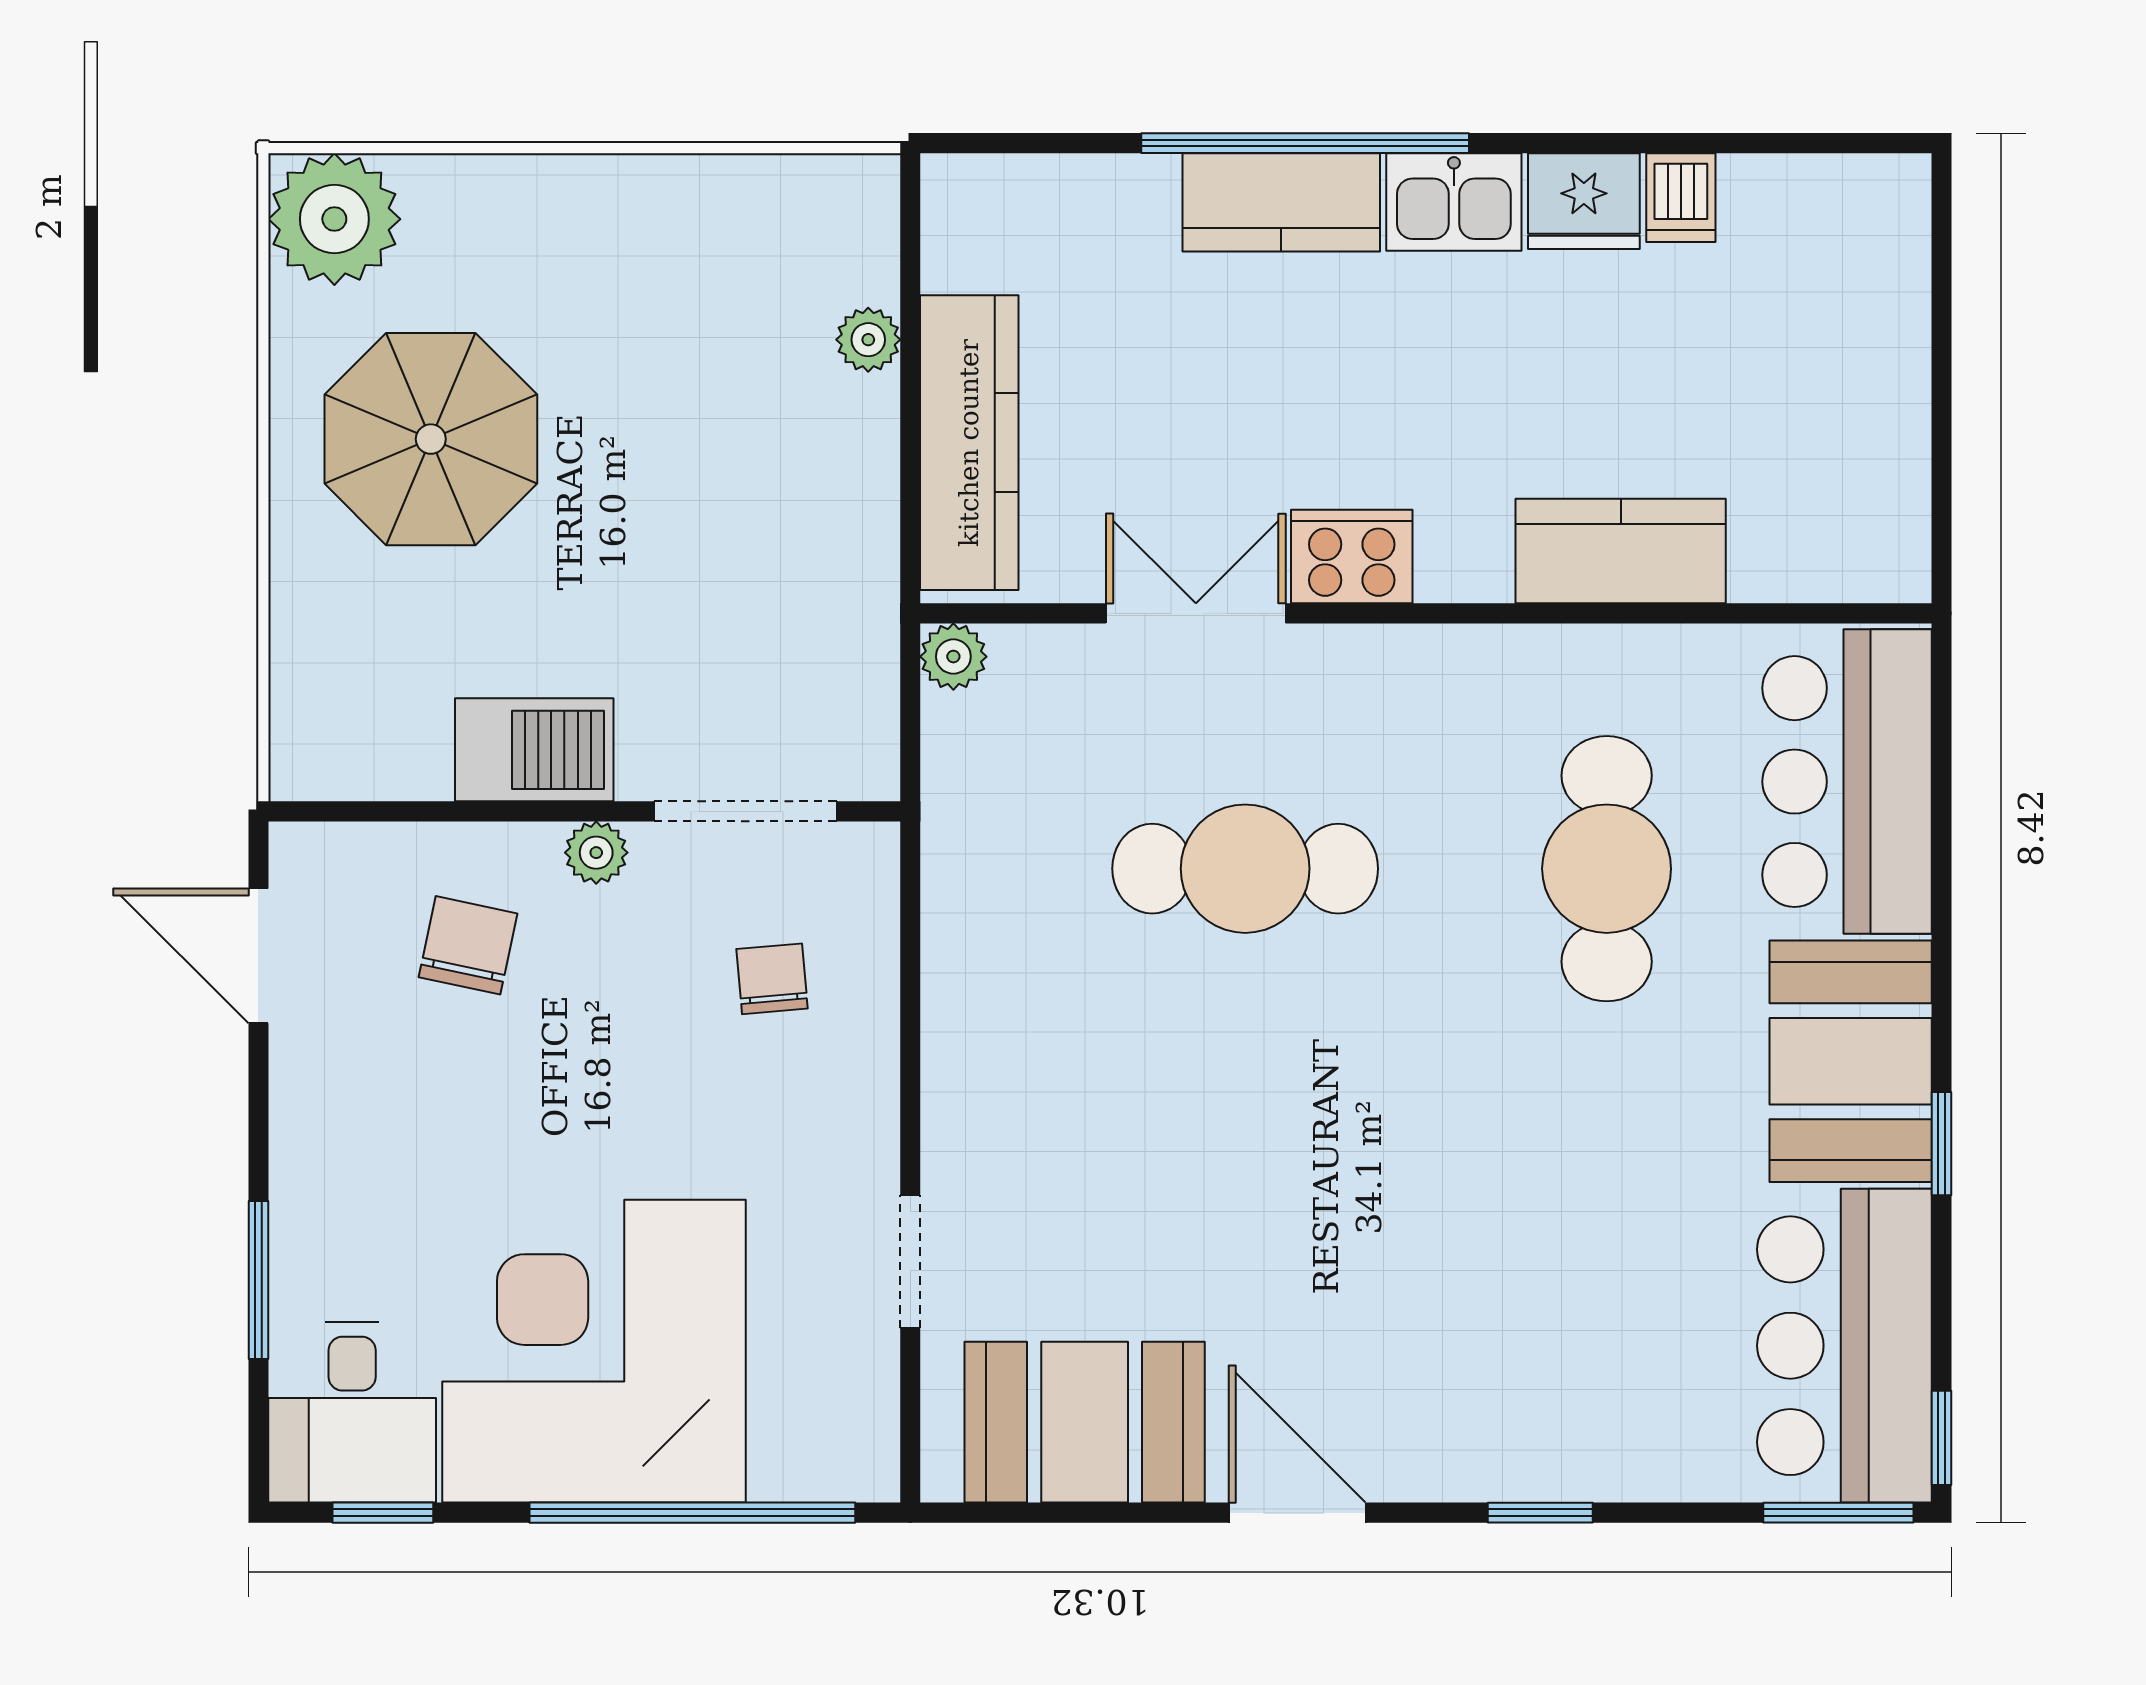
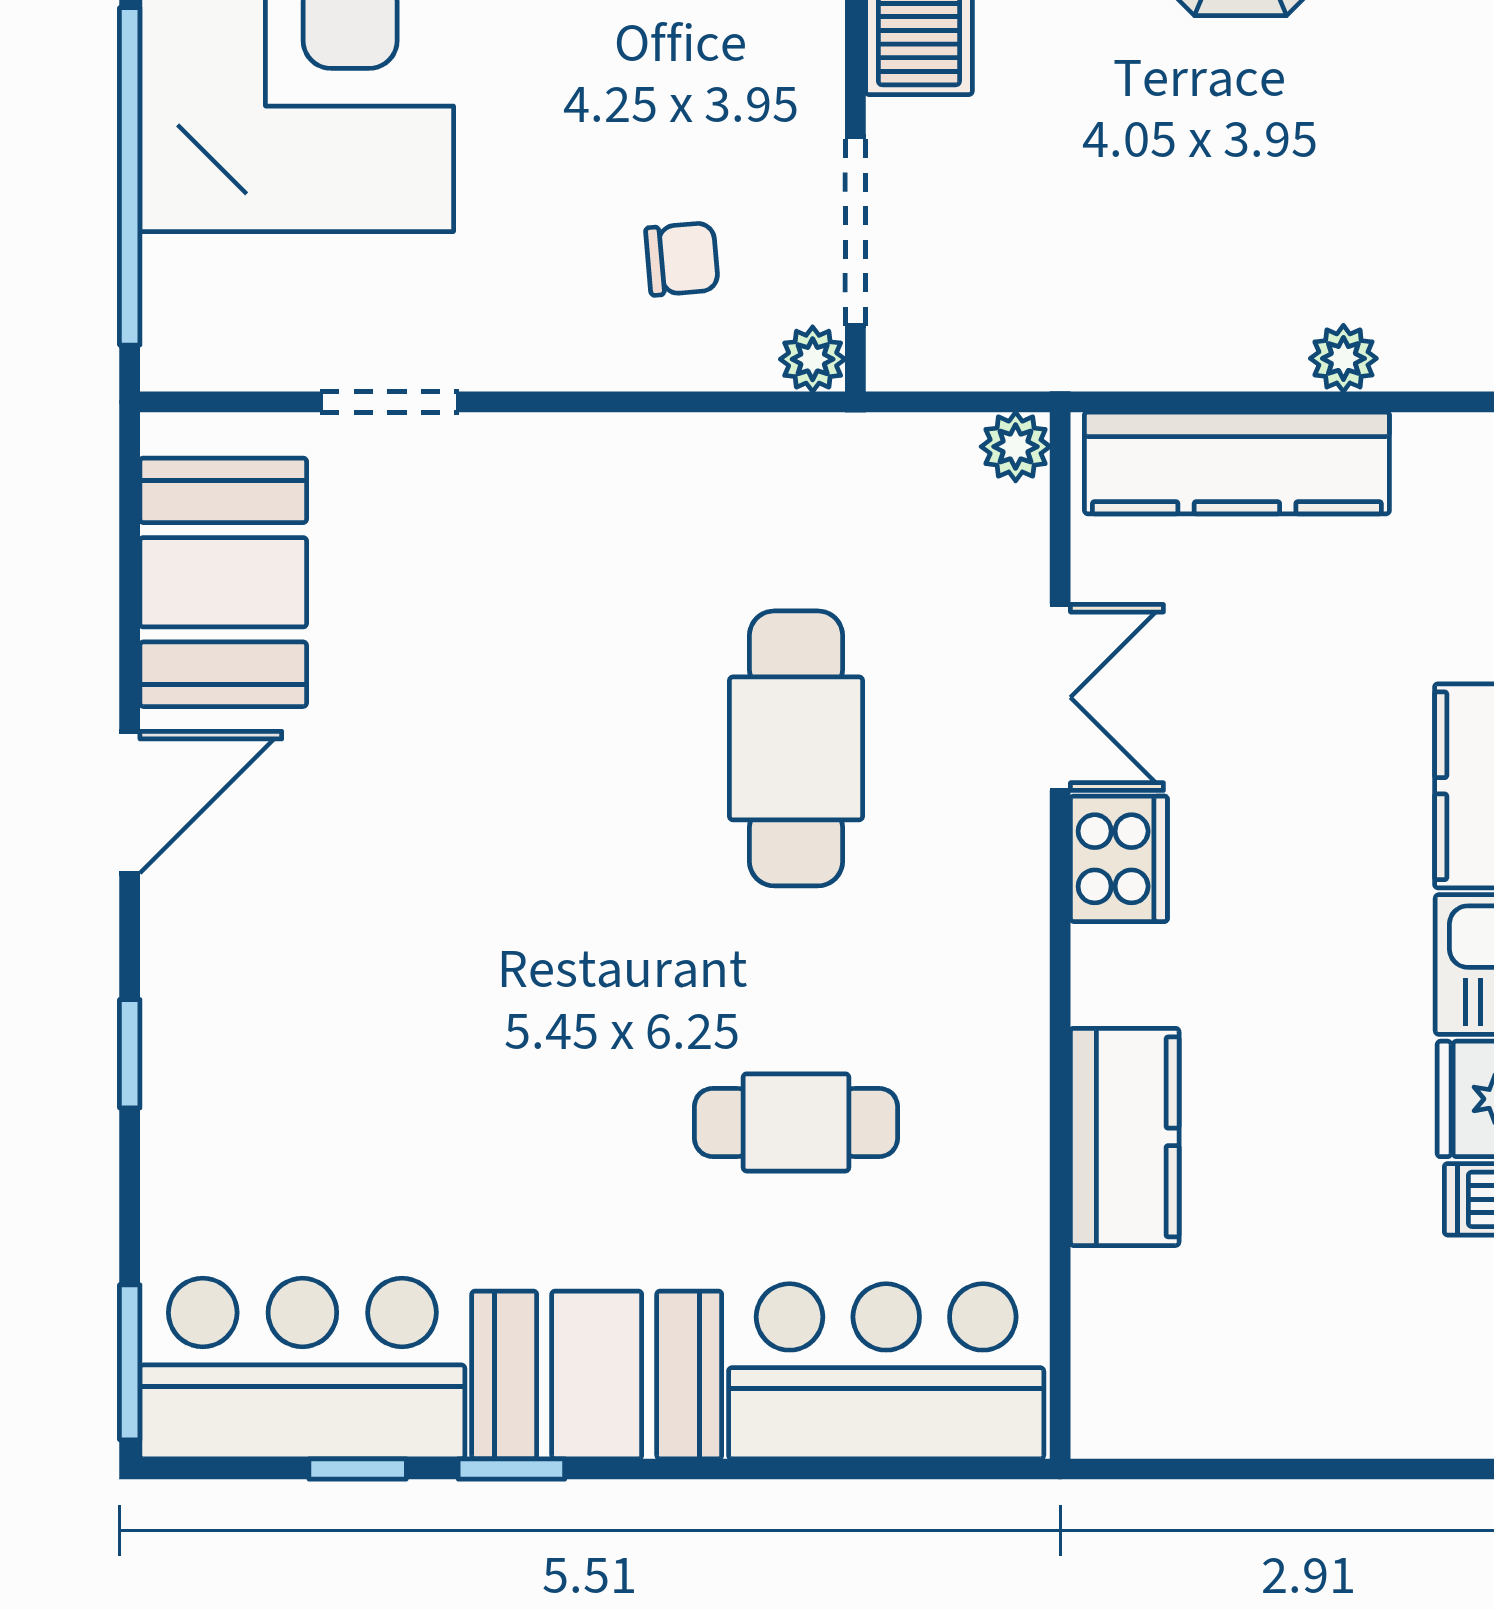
plant: (596, 853) -> (813, 359), moved
cafe table: (1607, 869) -> (796, 1122), width x0.73, depth x0.74
window: (1942, 1438) -> (358, 1469), moved

